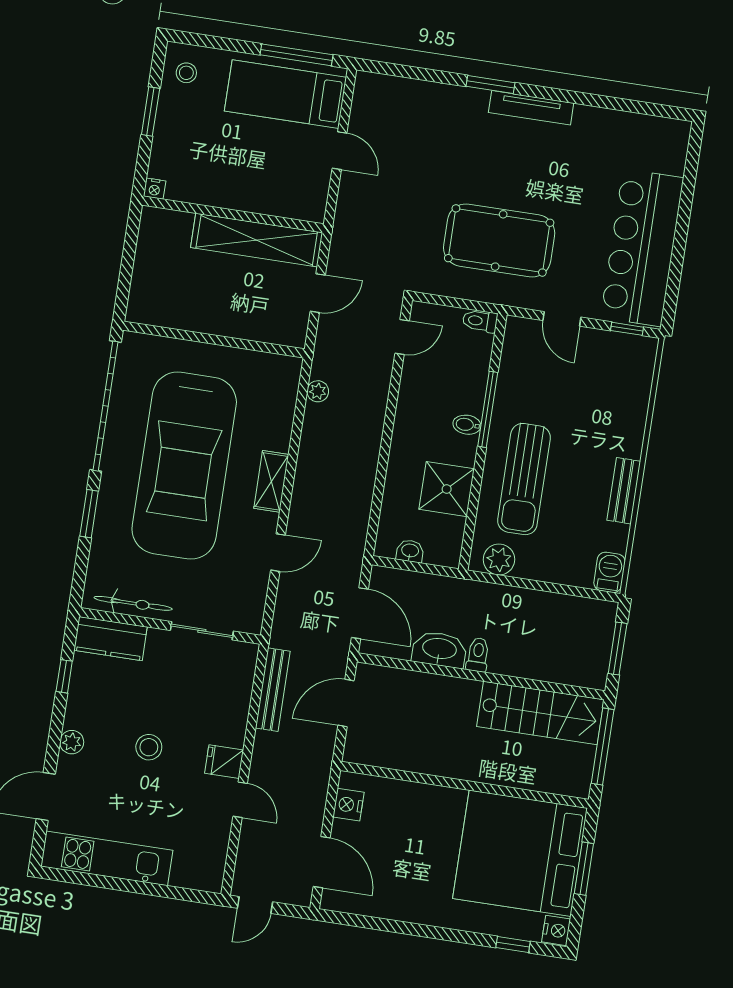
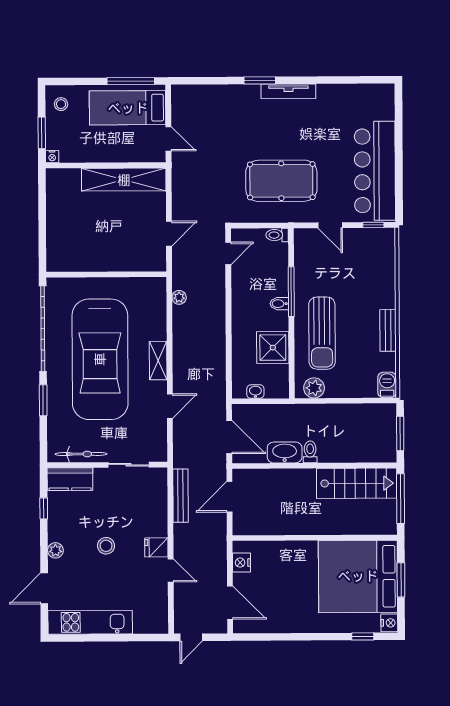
nightstand: (155, 189) -> (52, 157), moved
wall: (233, 214) -> (106, 165), moved
shelving: (257, 240) -> (124, 180), moved

